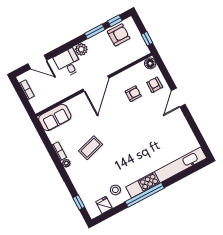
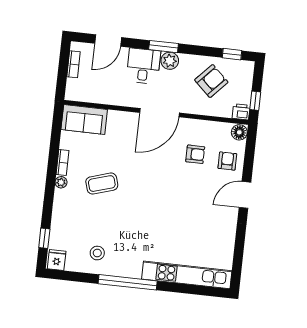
window: (95, 31) -> (164, 47), moved
armchair: (119, 35) -> (211, 81), moved, turned -47
printer: (143, 51) -> (241, 112), added
door: (37, 62) -> (108, 40), hinge flipped
kitchen unit: (166, 172) -> (187, 275), width x0.73
fridge: (104, 205) -> (57, 260), moved

